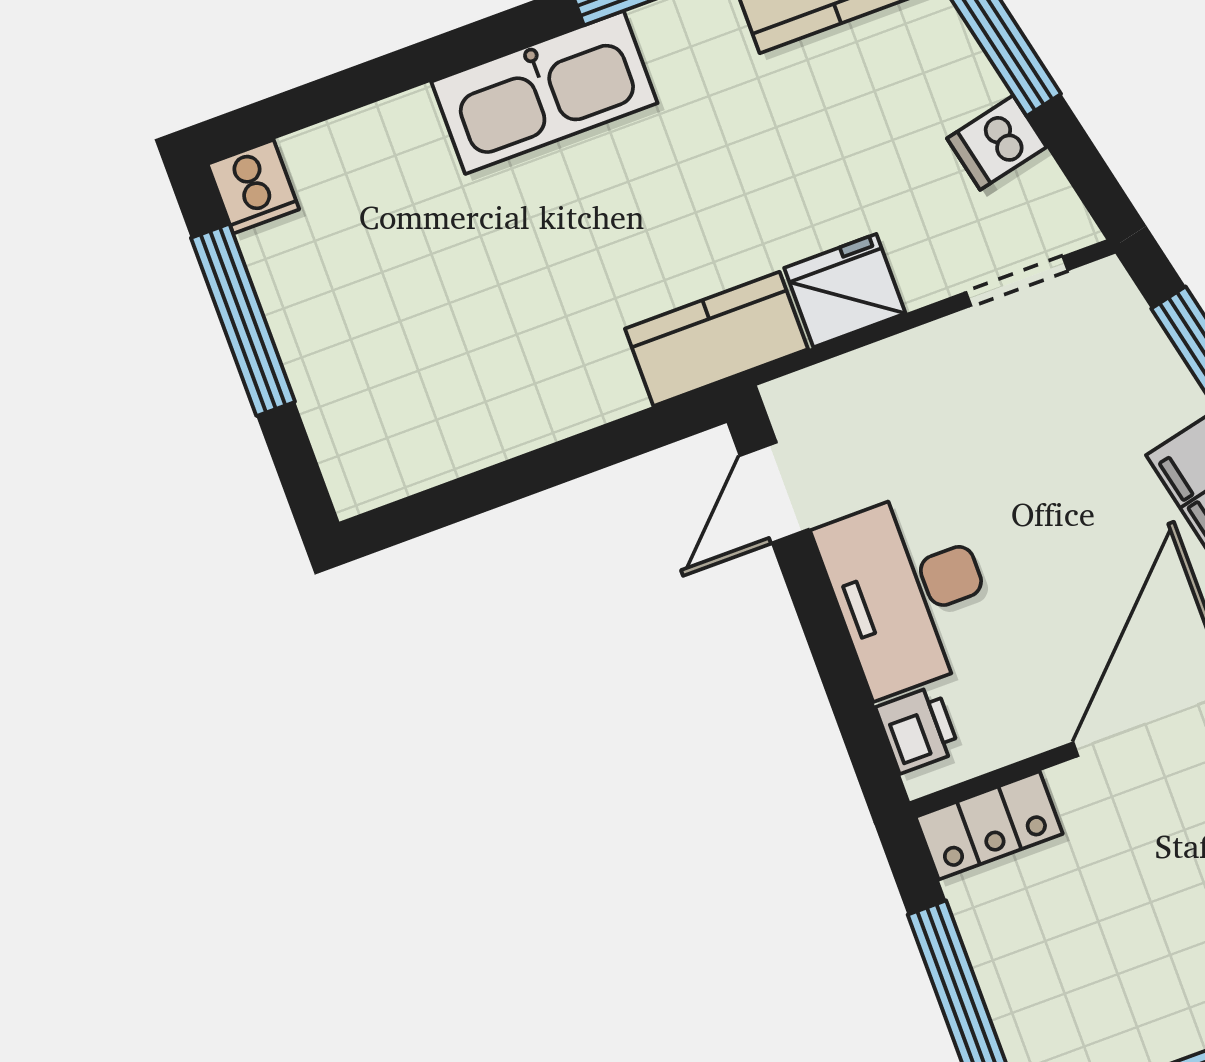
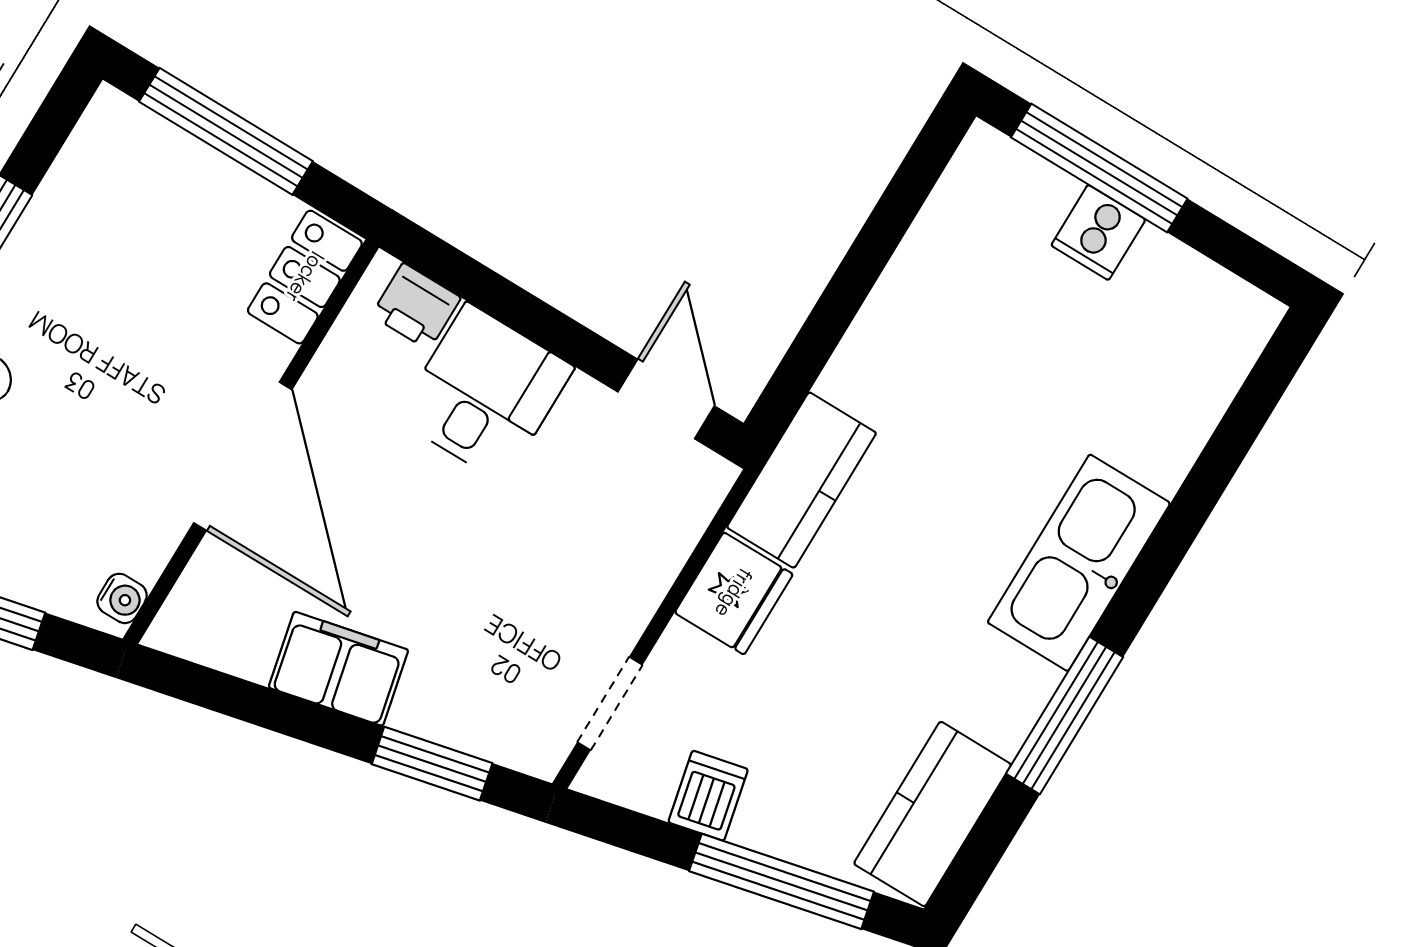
cooker: (253, 187) -> (1098, 232), moved, turned -90
window: (243, 320) -> (1099, 168), moved
desk: (909, 591) -> (485, 393), width x0.73

